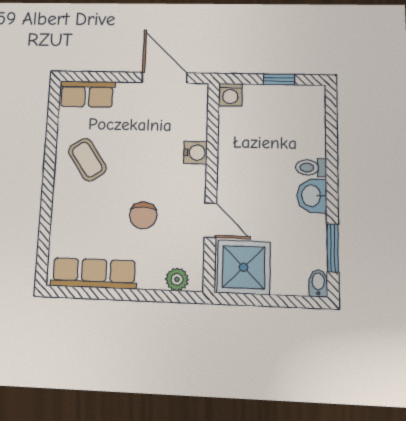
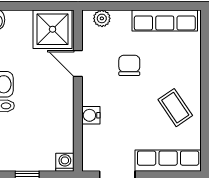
row of seats: (87, 94) -> (168, 161), width x1.48

